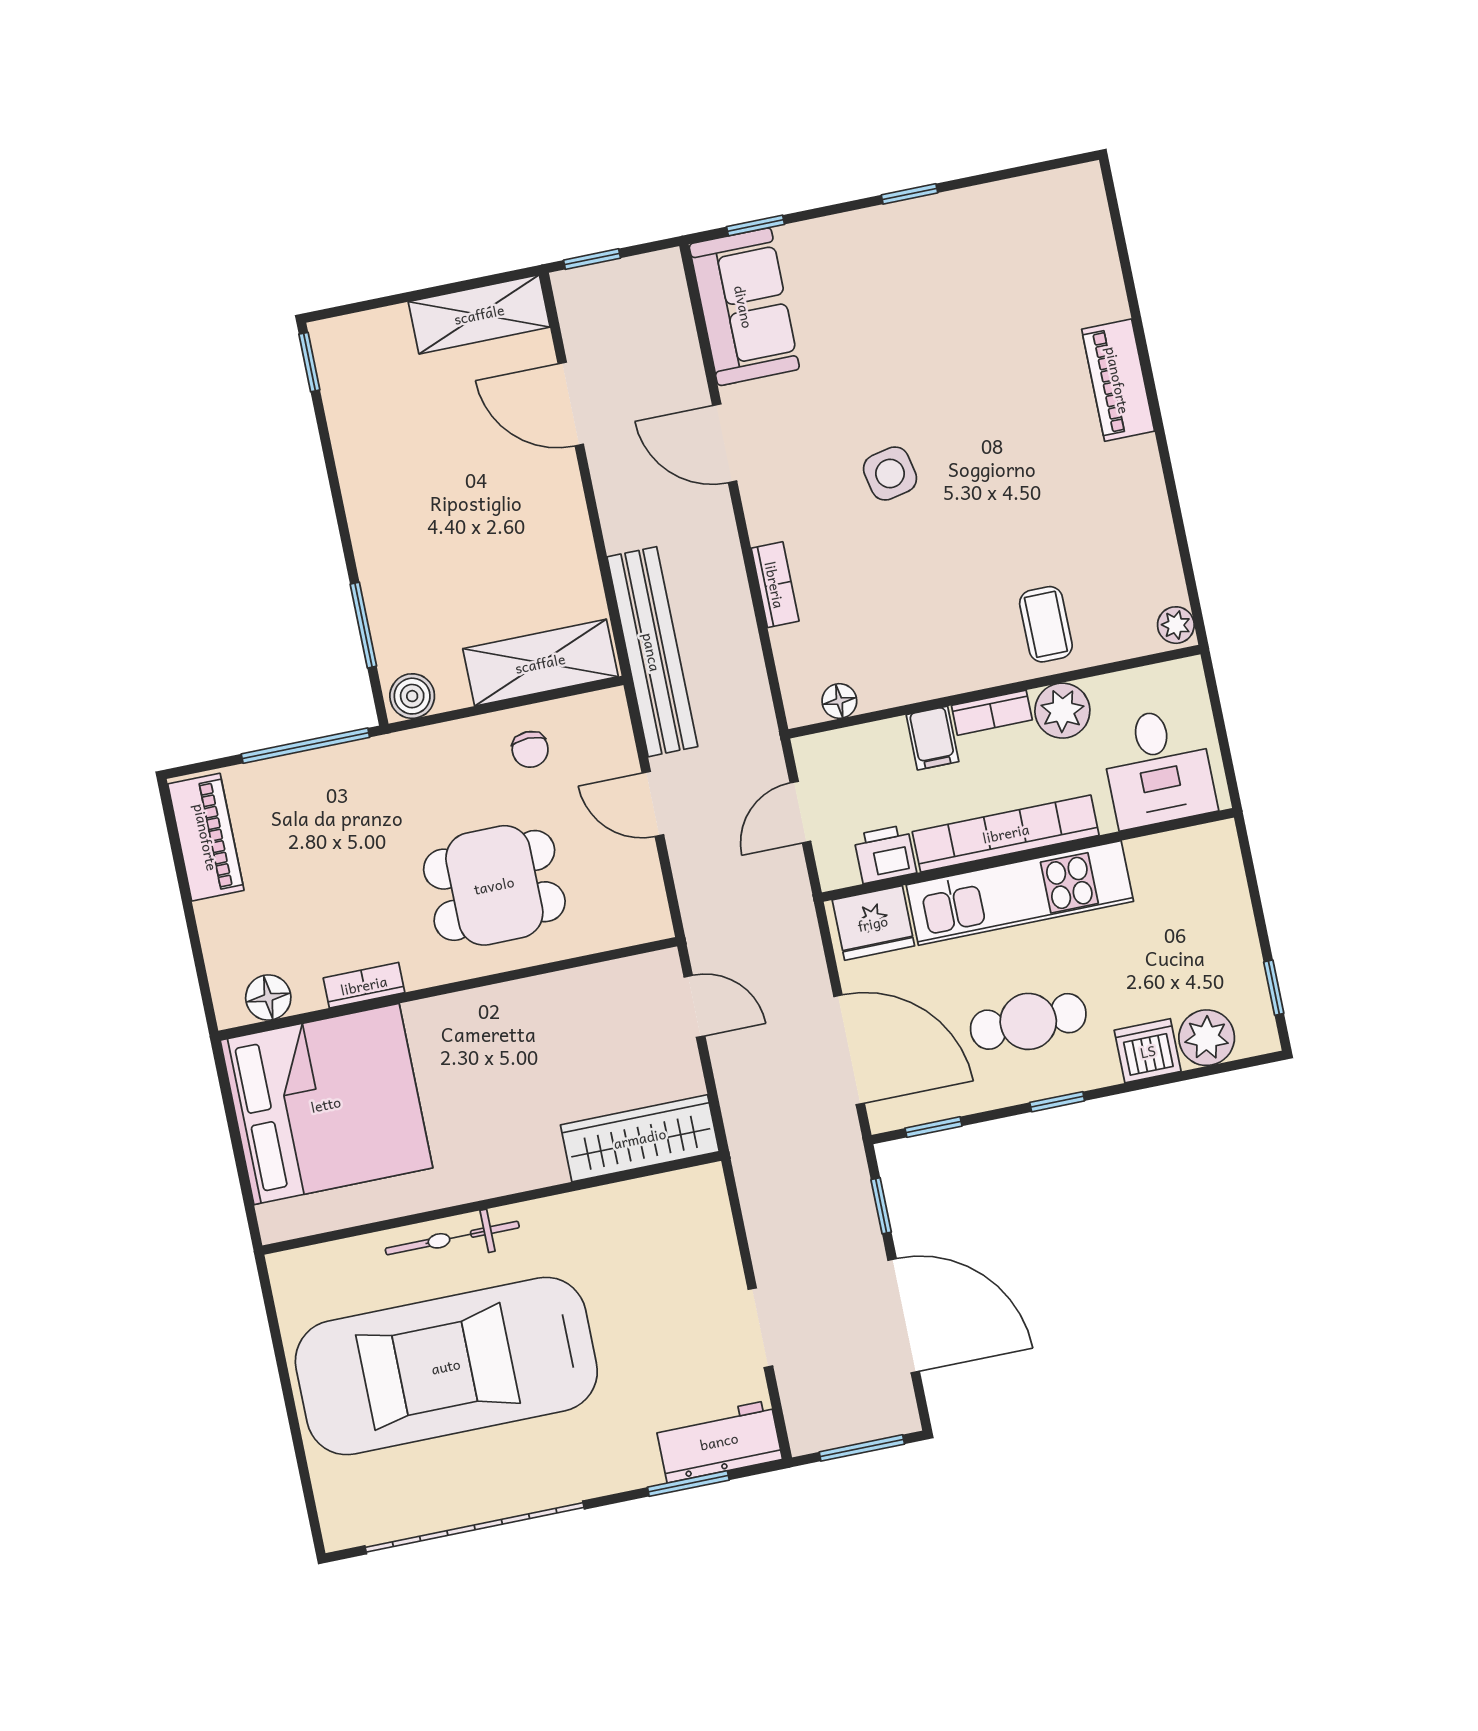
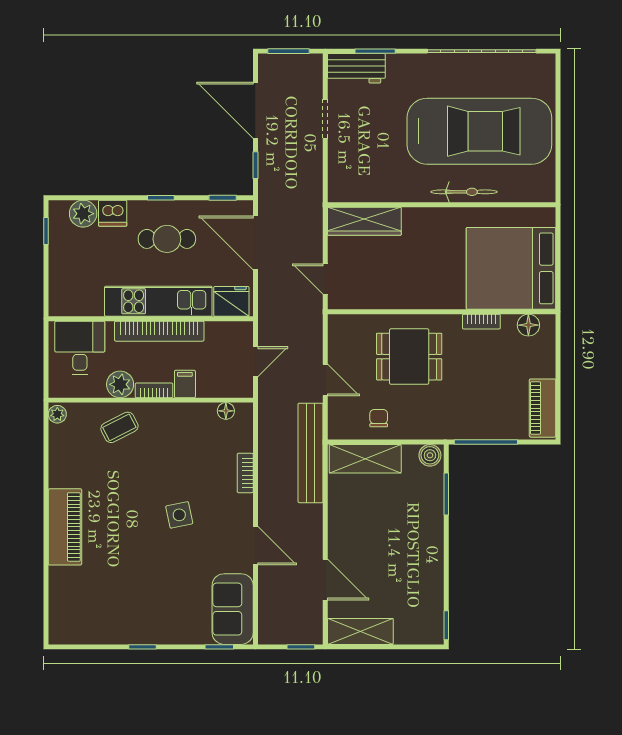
piano: (1118, 380) -> (65, 527), width x1.37, depth x1.33
coffee table: (1046, 624) -> (119, 427), turned 63
printer: (885, 854) -> (219, 333), removed

